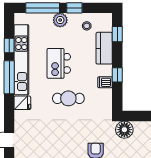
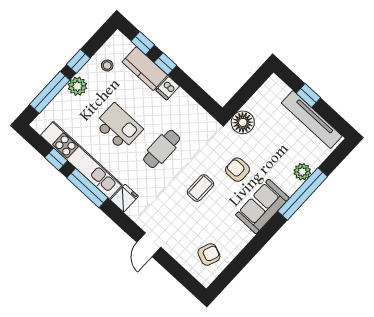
kitchen island: (59, 63) -> (119, 127), turned 180
window: (117, 75) -> (165, 64), moved
dishwasher: (105, 82) -> (168, 88), moved
coffee table: (67, 140) -> (200, 188), added

